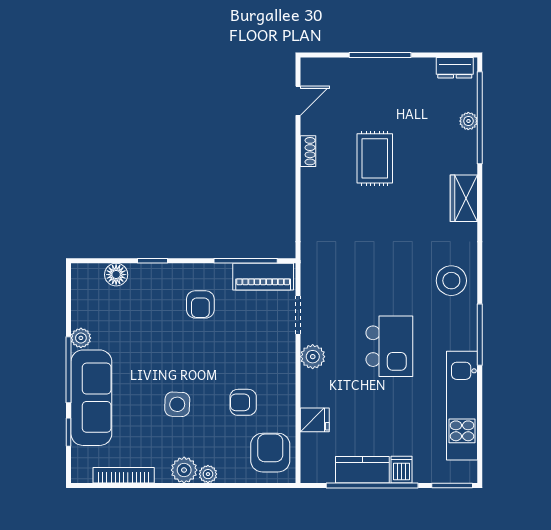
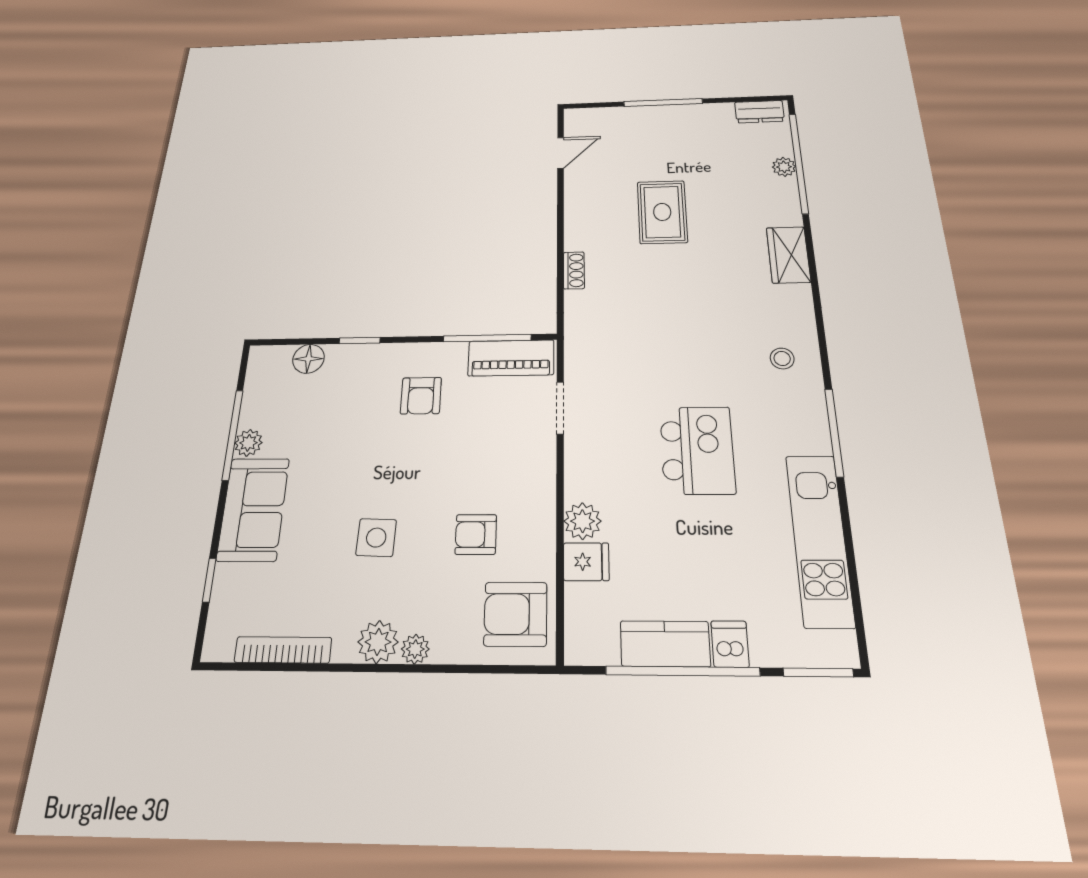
shoe rack: (308, 151) -> (574, 270), moved
stool: (451, 281) -> (782, 358), width x0.53, depth x0.53
plant: (313, 357) -> (583, 521), moved
window: (69, 370) -> (233, 435), moved
sofa: (91, 398) -> (253, 509), width x0.73
armchair: (270, 453) -> (516, 614), turned -90

